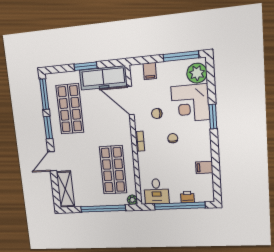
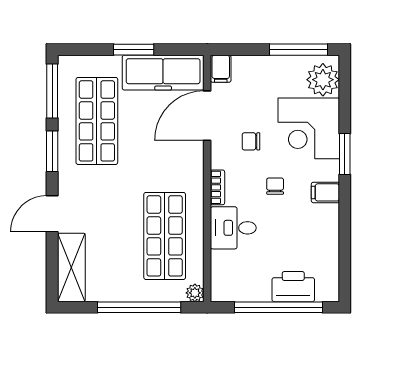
filing cabinet: (150, 71) -> (221, 69), moved
door: (130, 101) -> (207, 116), hinge flipped
filing cabinet: (204, 167) -> (325, 192), moved
desk: (156, 191) -> (233, 228), moved, turned 90
printer: (187, 197) -> (293, 287), width x1.87, depth x1.48

